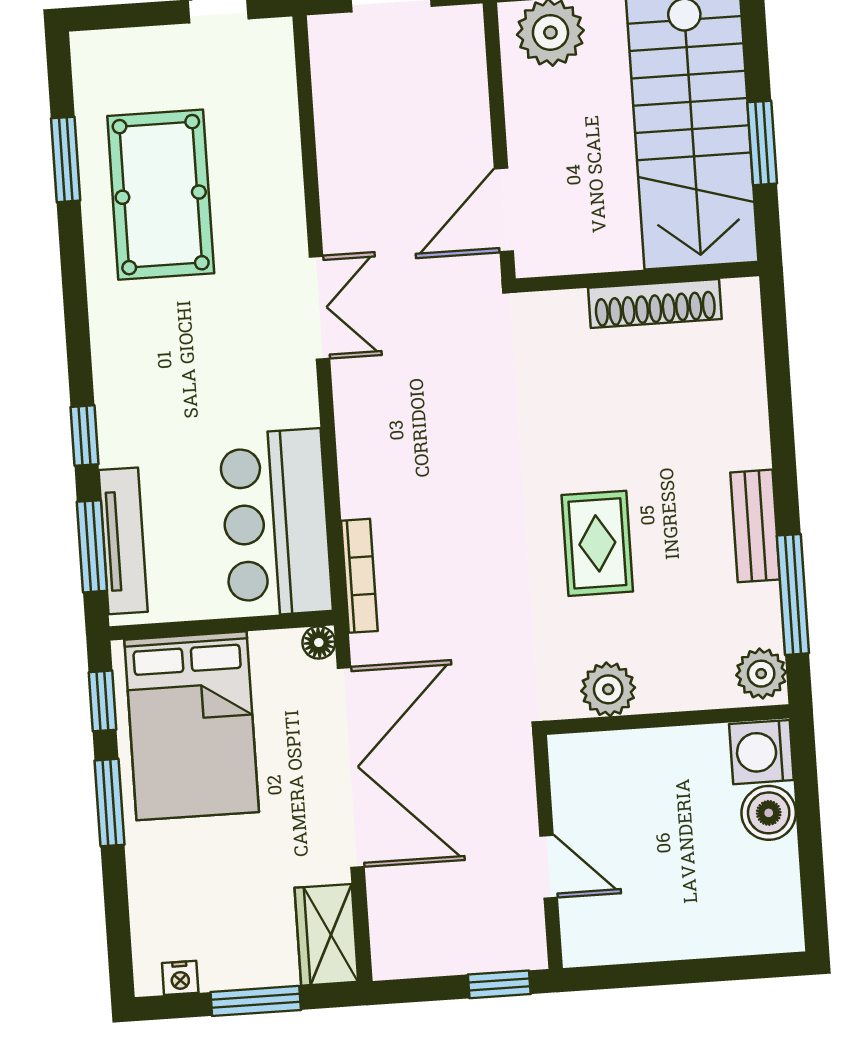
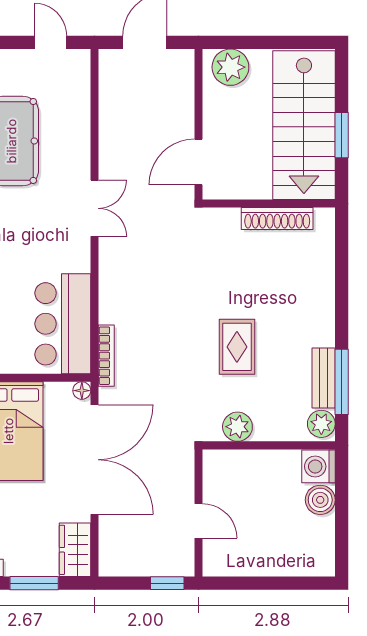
bench: (755, 526) -> (324, 378), moved

